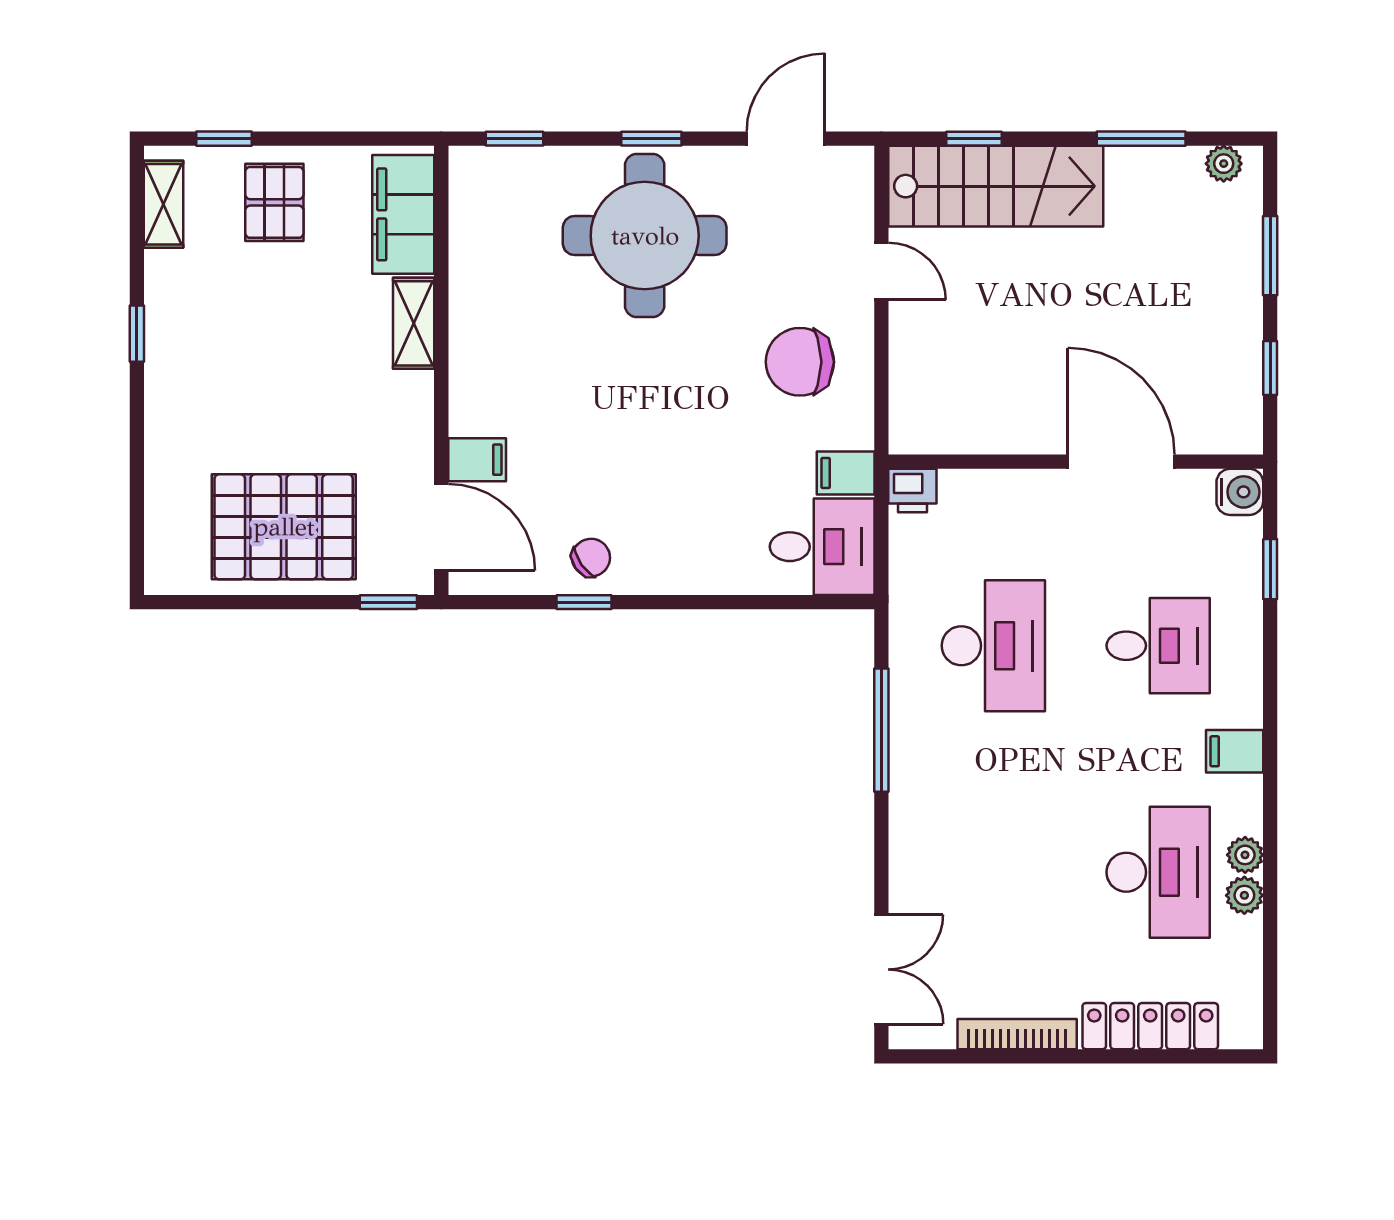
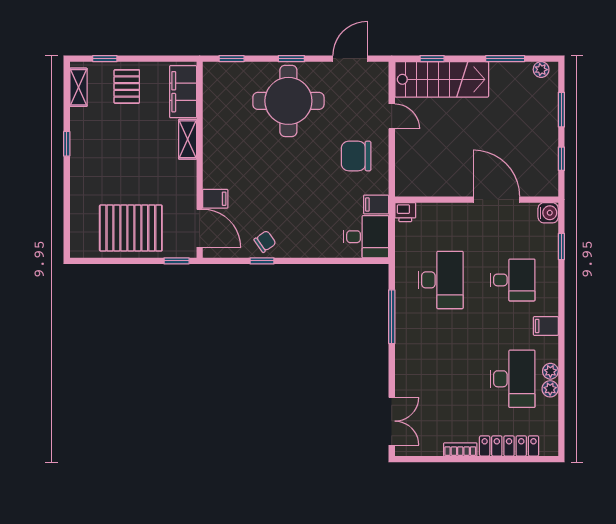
bookcase: (1017, 1034) -> (460, 449), width x0.64

